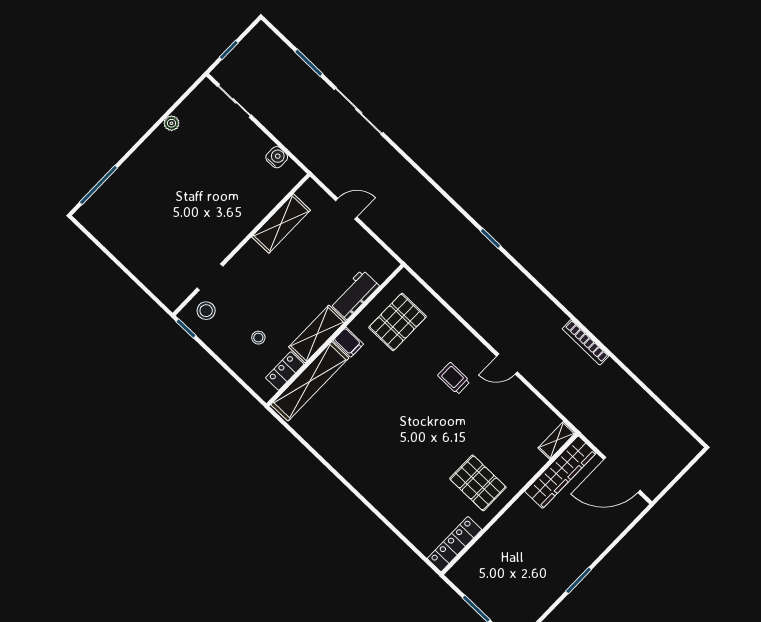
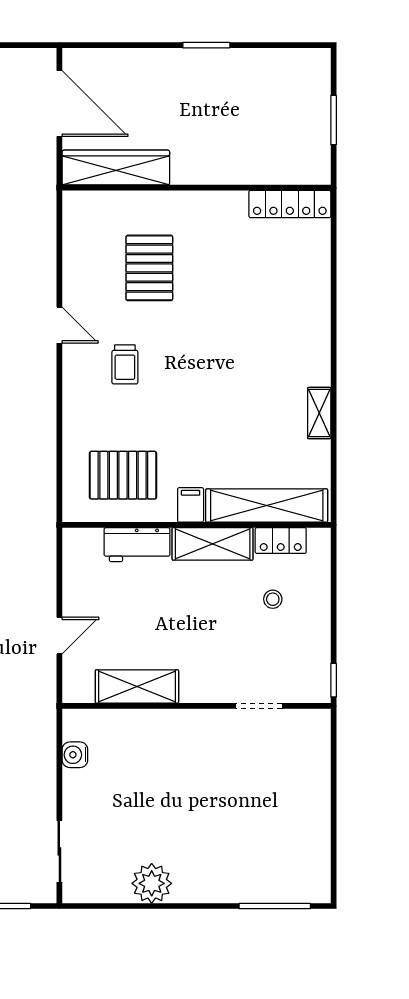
plant: (172, 123) -> (152, 883), width x1.88, depth x1.88
door: (346, 209) -> (59, 636), swing flipped
stool: (206, 311) -> (296, 677), removed
shelving: (557, 440) -> (319, 413), moved, turned 90
pallet: (478, 483) -> (149, 268), moved

